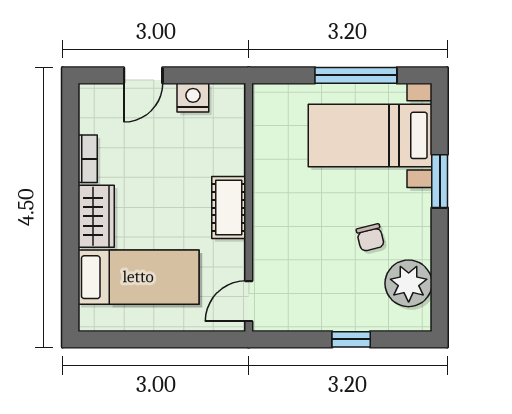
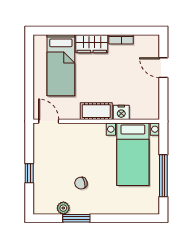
nightstand: (193, 98) -> (121, 112), moved, turned 90
bed with nightstands: (370, 135) -> (133, 154), moved, turned 180
window: (440, 181) -> (76, 218), moved
plant: (409, 283) -> (63, 208), width x0.53, depth x0.53

